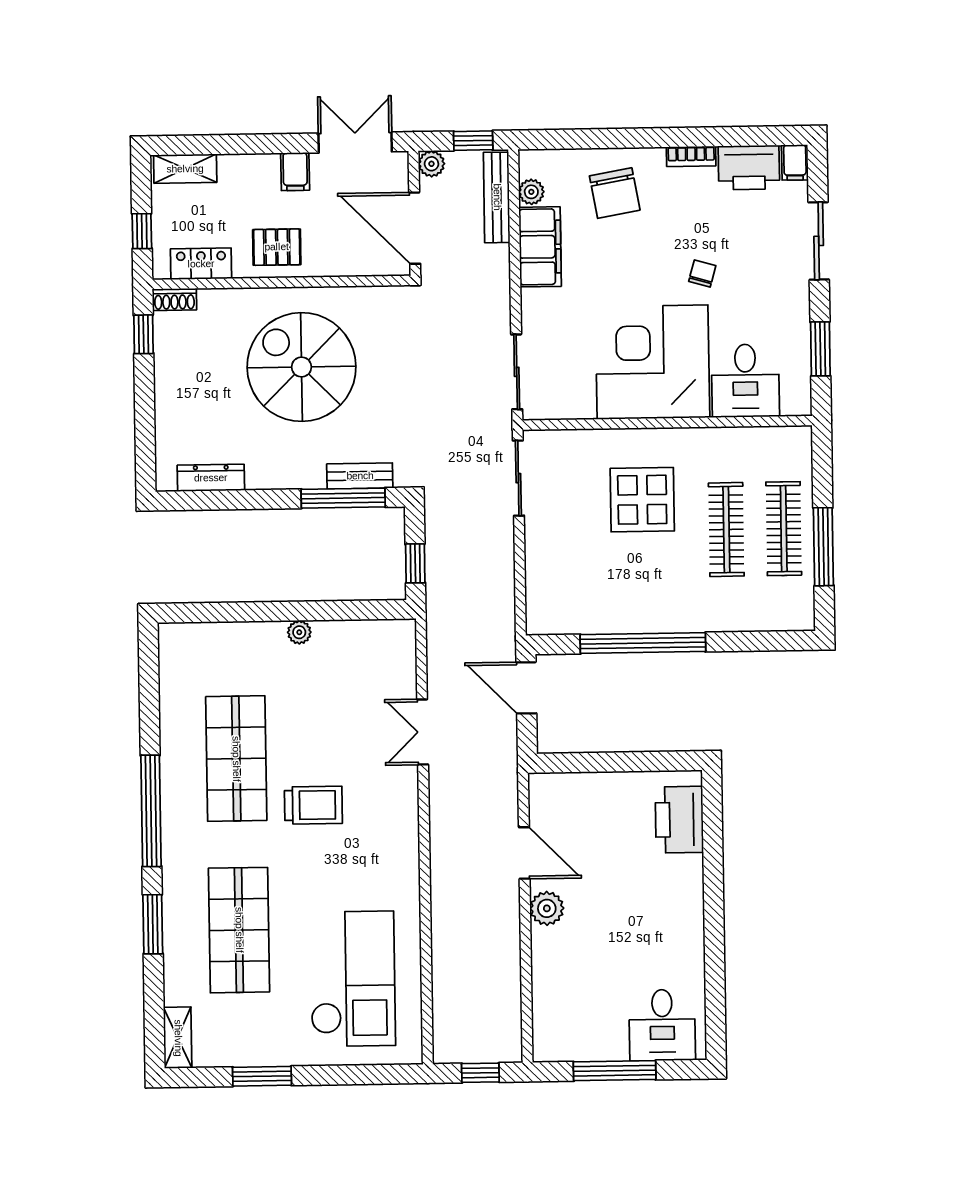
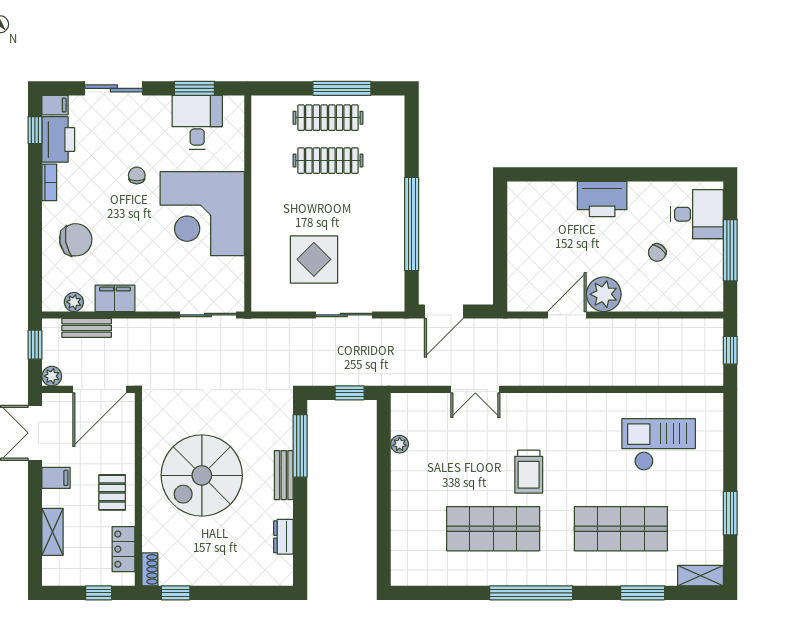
window: (761, 136) -> (35, 130), added
shelving: (185, 169) -> (53, 532), moved
bench: (497, 197) -> (87, 328), width x0.73
filing cabinet: (540, 247) -> (115, 298), width x0.67, depth x0.86
chair: (702, 273) -> (137, 175), turned 74
desk: (745, 381) -> (197, 122), moved, turned -90
bench: (360, 476) -> (284, 475), moved
dresser: (211, 478) -> (283, 537), width x0.70
sliding door: (518, 478) -> (344, 315), moved
display table: (642, 500) -> (314, 259), moved
plant: (299, 632) -> (400, 444), moved
trolley: (313, 805) -> (529, 472), turned 180
printer: (679, 820) -> (602, 199), moved
plant: (547, 908) -> (604, 294), width x1.36, depth x1.36
window: (153, 924) -> (643, 593), moved
chair: (610, 973) -> (657, 253), added
checkout: (353, 979) -> (659, 444), width x0.73, depth x0.83

